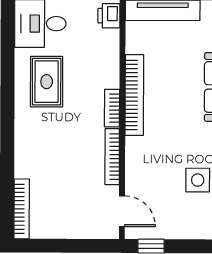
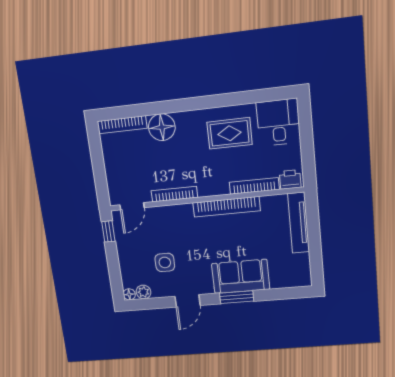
bookcase: (112, 108) -> (254, 186), moved, width x1.56
floor lamp: (30, 161) -> (162, 127), added

